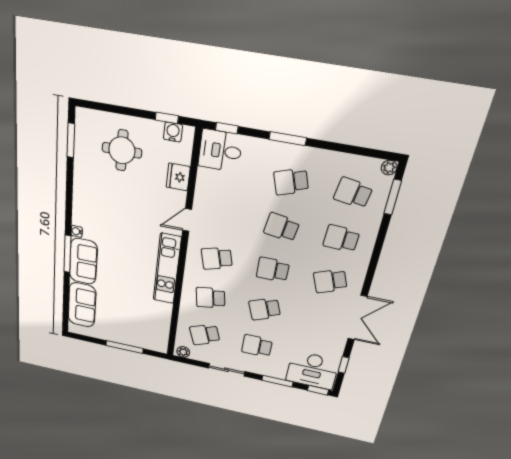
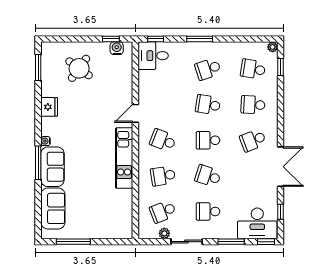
round table: (122, 150) -> (79, 68), turned 36
fridge: (178, 177) -> (49, 107), moved, turned 180
window: (393, 197) -> (281, 67), width x0.67
school desk: (217, 258) -> (163, 140), turned 36
school desk: (265, 309) -> (208, 176), turned 39
window: (124, 347) -> (73, 242), moved
plant: (183, 352) -> (164, 233), moved

